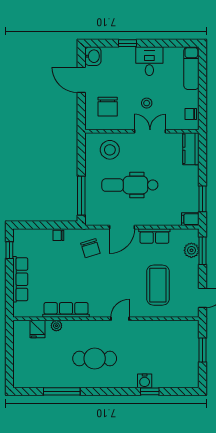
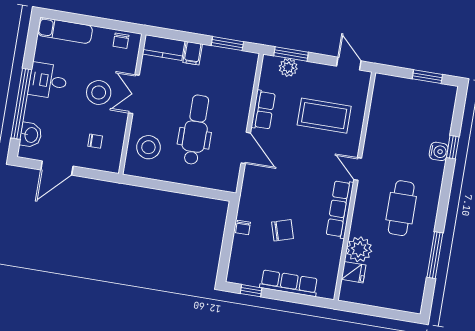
window: (128, 43) -> (21, 104), width x3.17
washbasin: (93, 56) -> (31, 135), moved, turned 90
stool: (147, 103) -> (99, 93), width x1.89, depth x1.89
chair: (108, 107) -> (95, 141), width x0.54, depth x0.54
dental chair: (130, 185) -> (196, 130), turned 180
window: (81, 196) -> (199, 191), removed
filing cabinet: (190, 219) -> (193, 53), moved
chair: (90, 248) -> (282, 230), moved
row of seats: (66, 310) -> (340, 209), moved
plant: (56, 326) -> (359, 249), width x1.88, depth x1.88
window: (202, 350) -> (427, 77), moved

